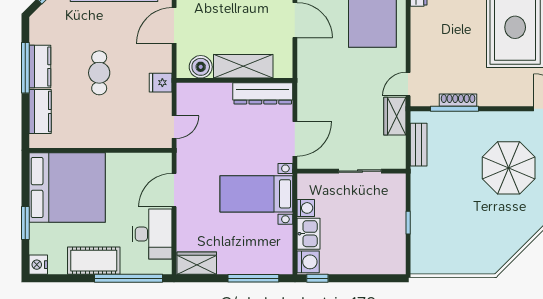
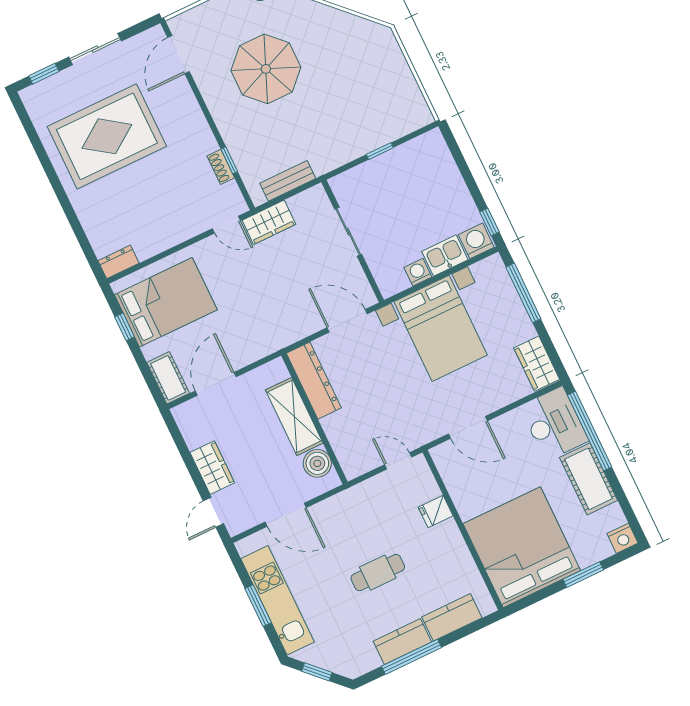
fridge: (161, 83) -> (436, 512), moved, turned 90
shoe rack: (458, 100) -> (221, 167), width x0.70
window: (454, 109) -> (229, 160), width x0.46
bed with nightstands: (256, 194) -> (441, 328), width x1.36
desk: (152, 234) -> (554, 424), moved, turned 90

